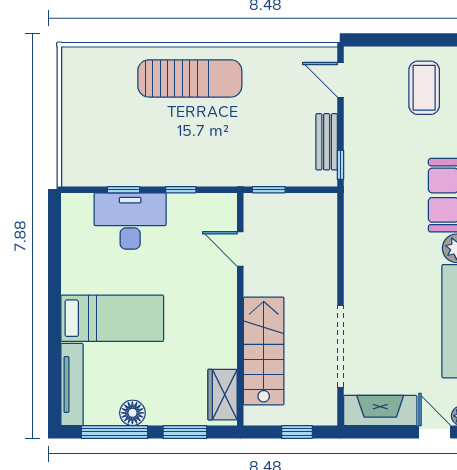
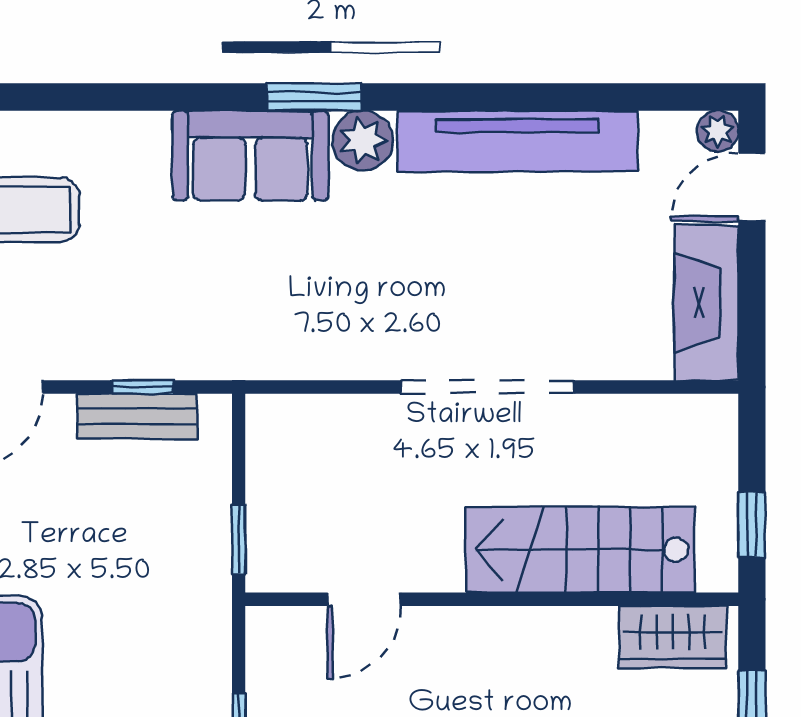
window: (340, 165) -> (142, 387), moved
doorway: (340, 346) -> (487, 387), moved
window: (297, 432) -> (752, 525), moved

